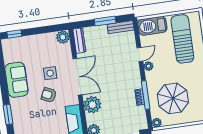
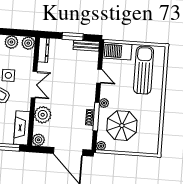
plant: (46, 40) -> (11, 42), added
door: (140, 54) -> (99, 76), hinge flipped
plant: (148, 66) -> (104, 103), moved
double door: (77, 77) -> (34, 85), width x0.73

